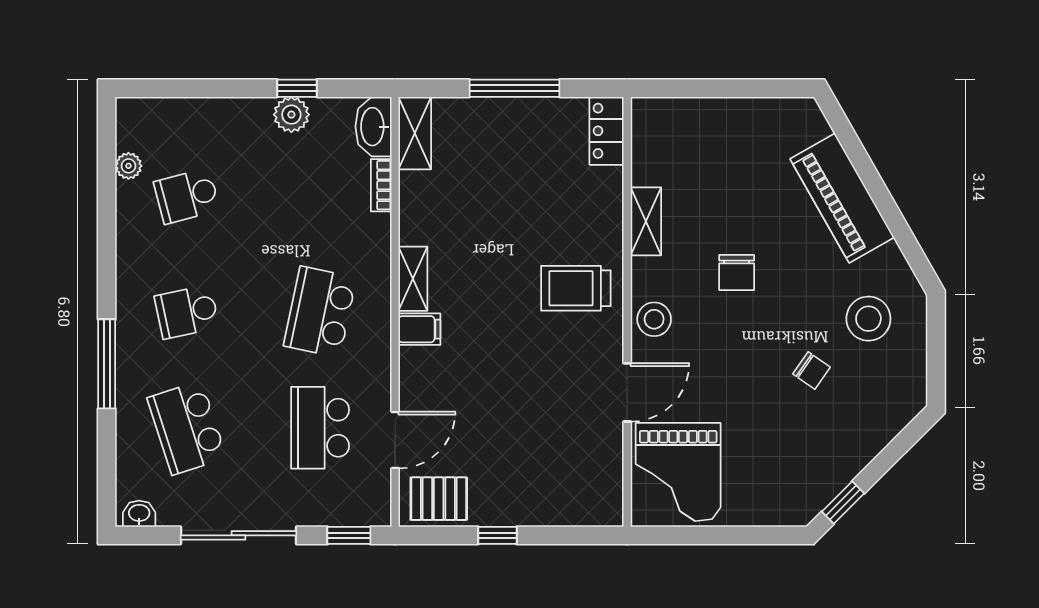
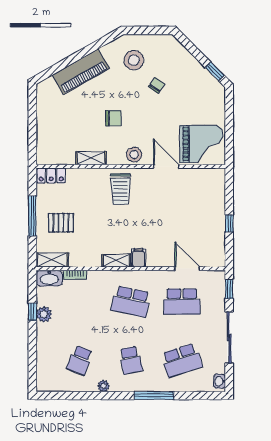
plant: (128, 166) -> (104, 386), moved
school desk: (187, 196) -> (80, 360), turned 36
pallet: (439, 499) -> (61, 223), moved, turned 90

